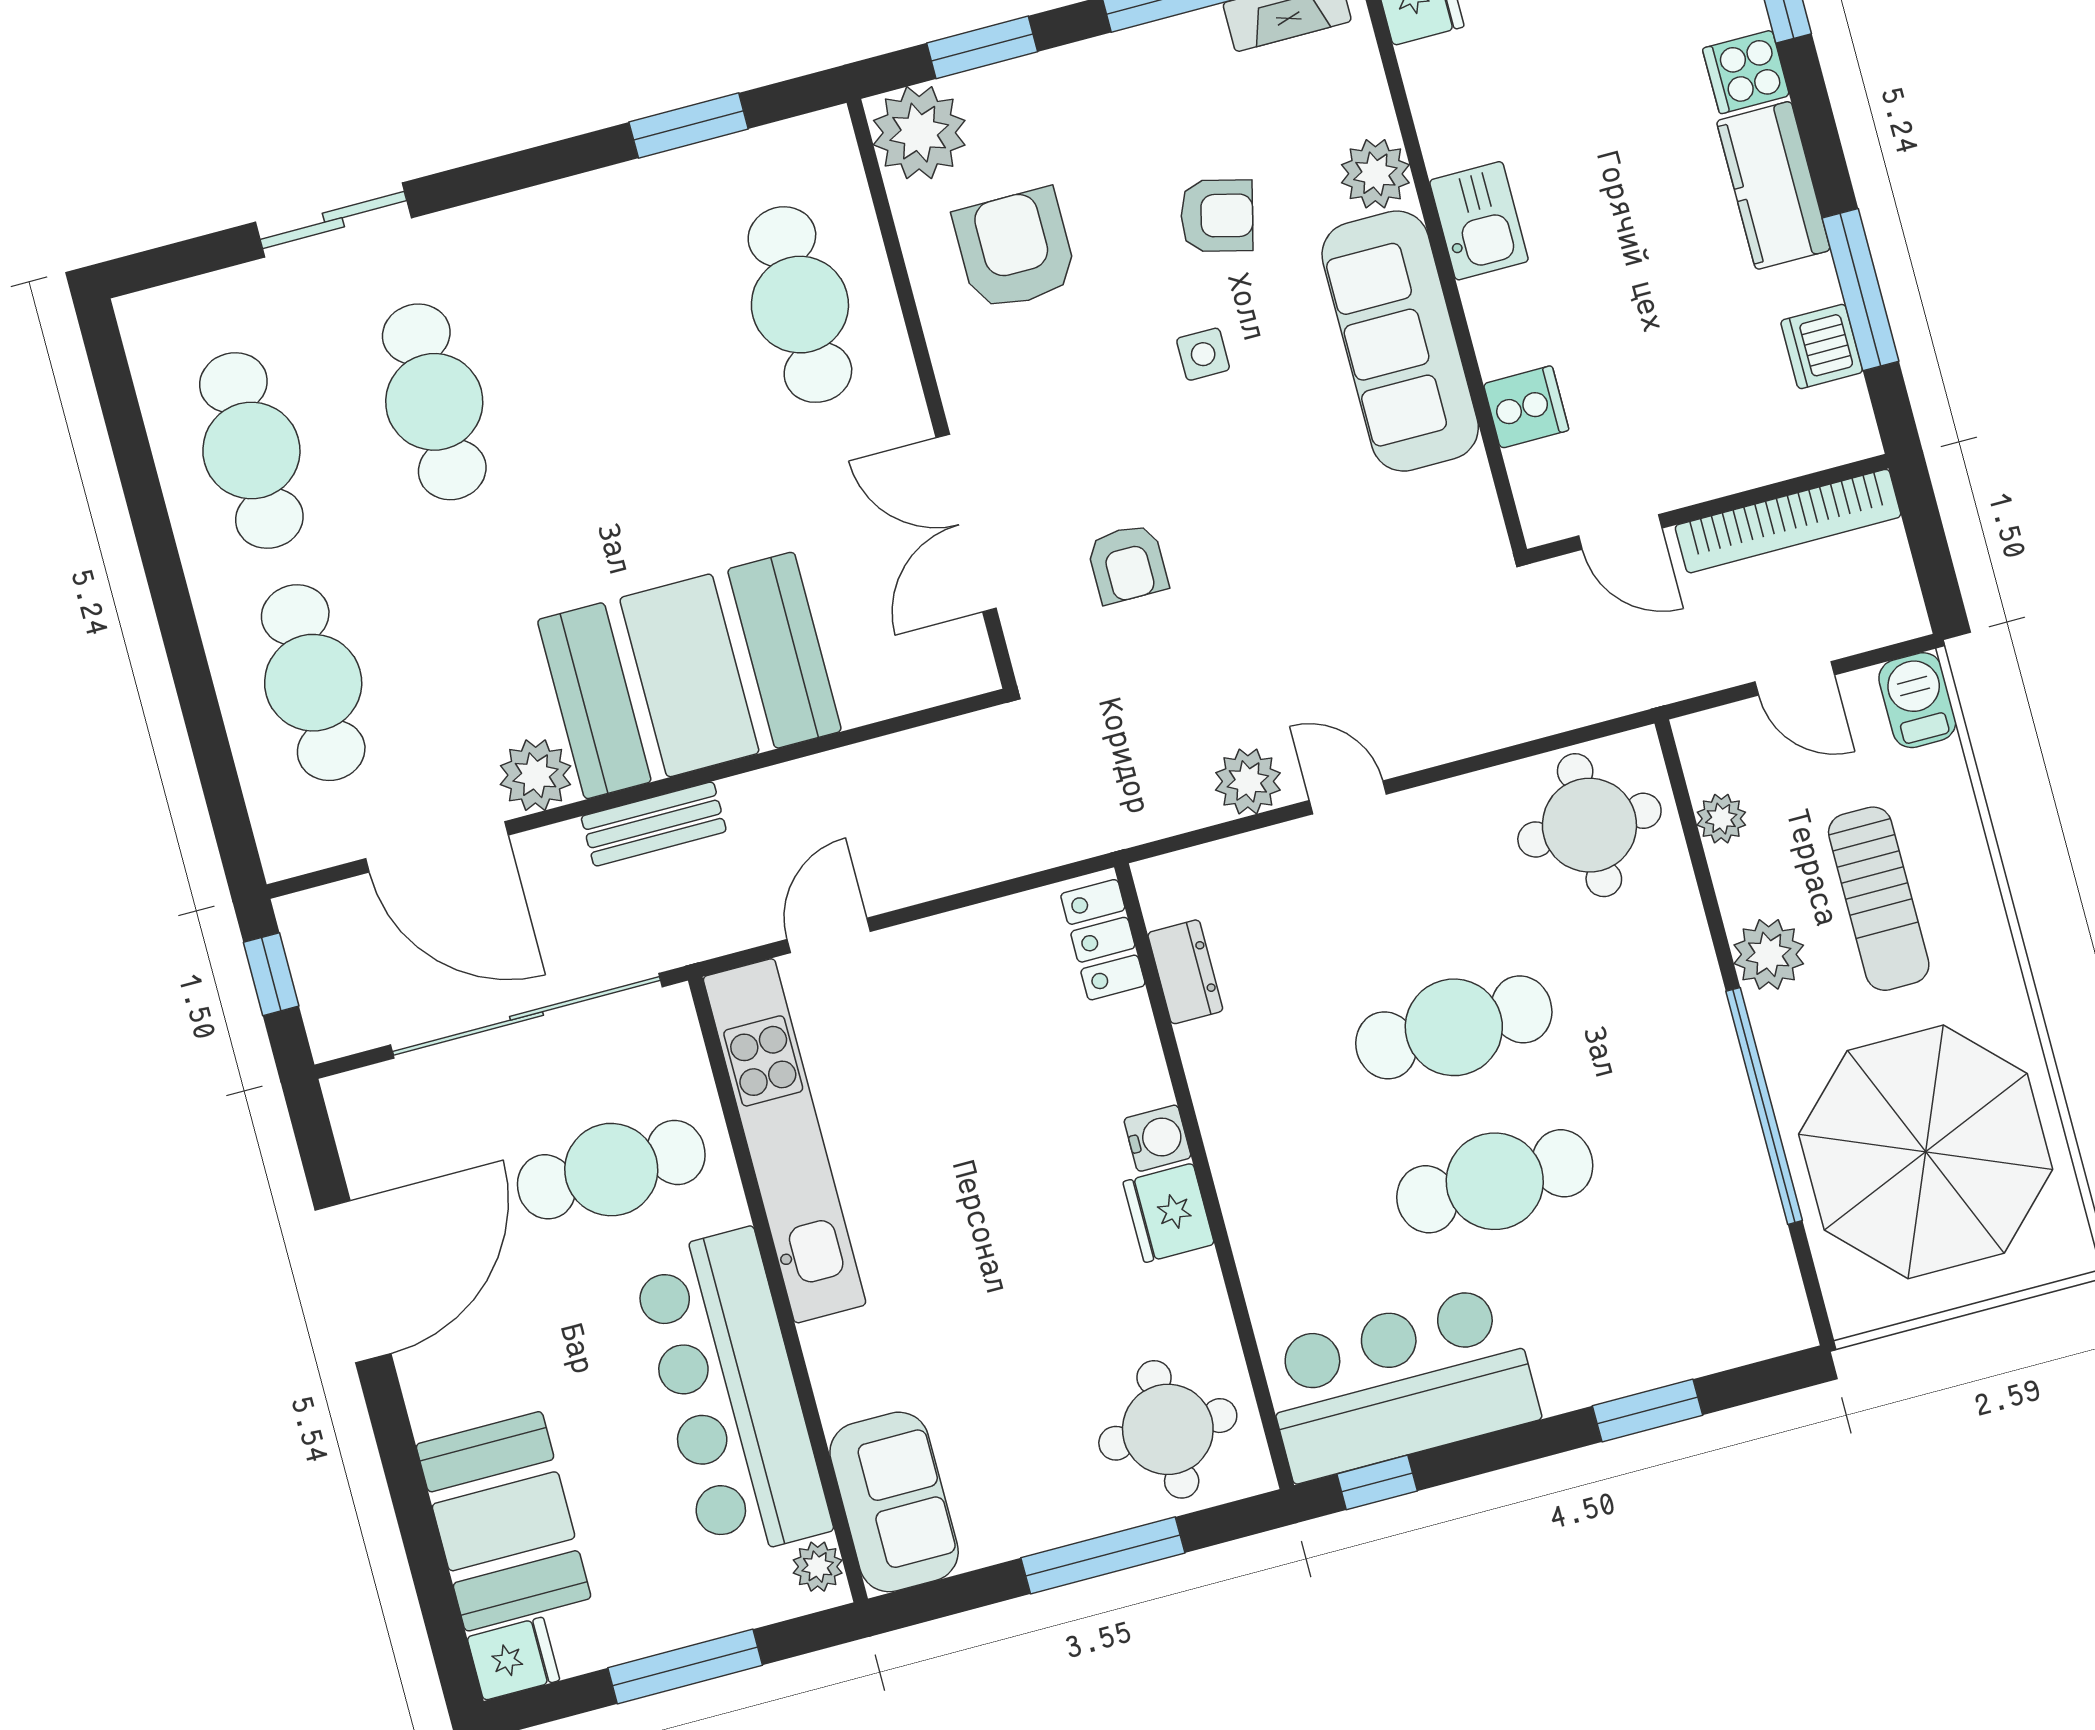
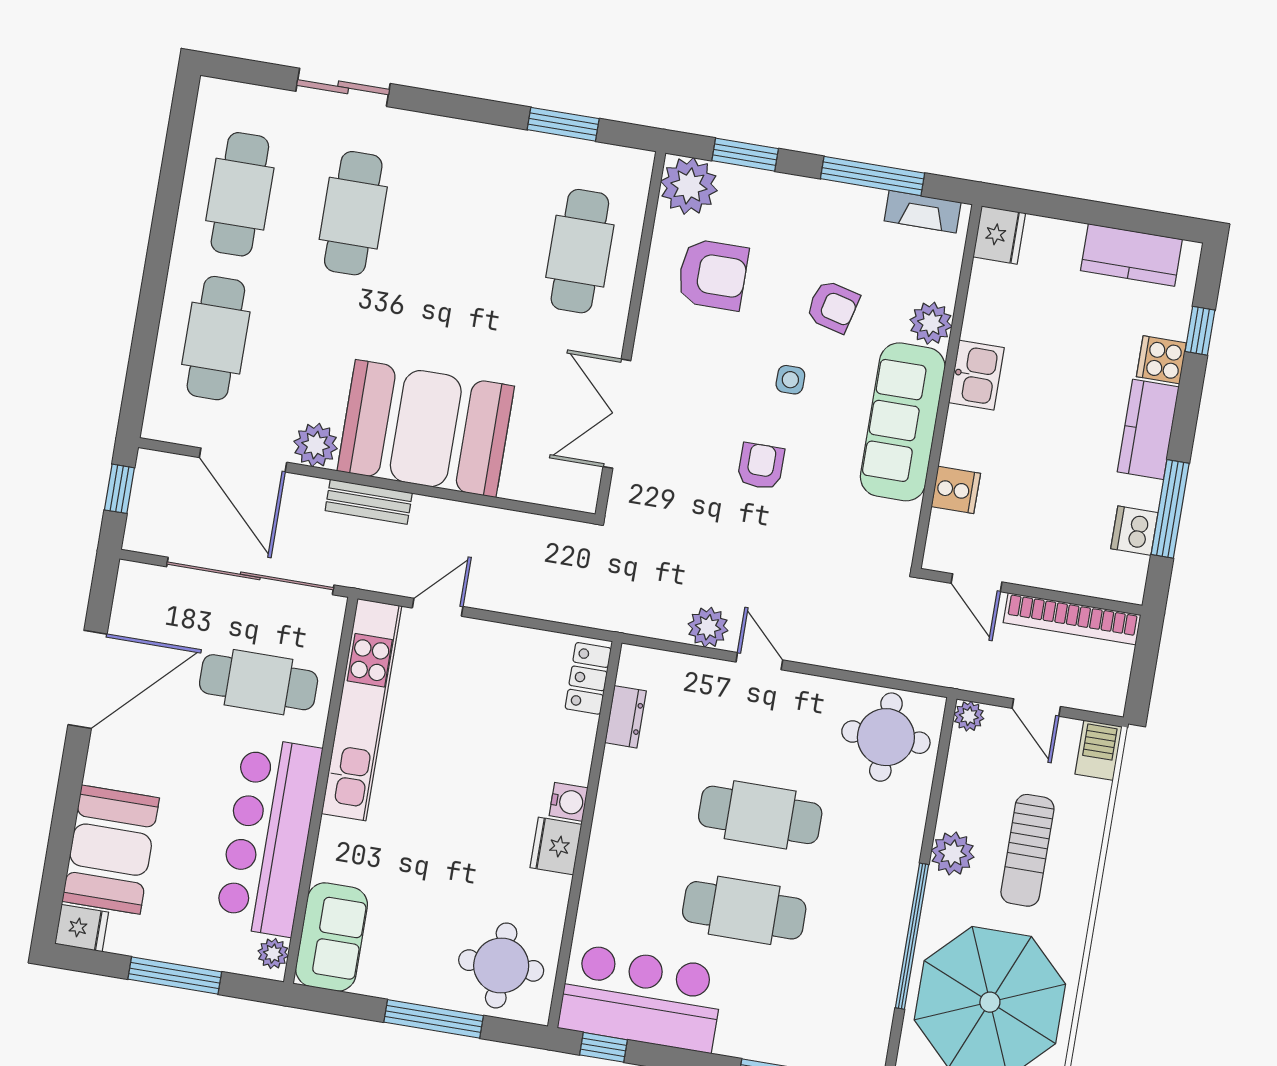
armchair: (1015, 249) -> (713, 275), turned 90
armchair: (1127, 564) -> (761, 466), moved, turned 180
plant: (1721, 819) -> (969, 716), moved

